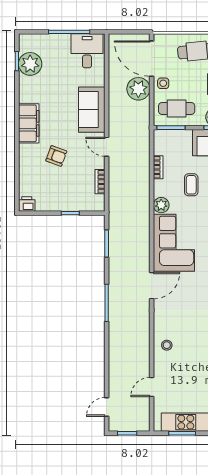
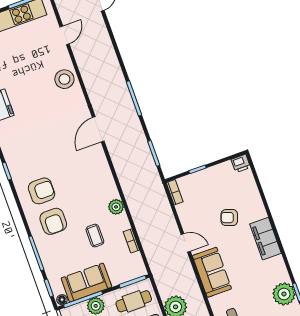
bookcase: (100, 182) -> (175, 192), moved
corner sofa: (174, 243) -> (92, 176), removed
stool: (167, 345) -> (64, 79), width x1.89, depth x1.89

